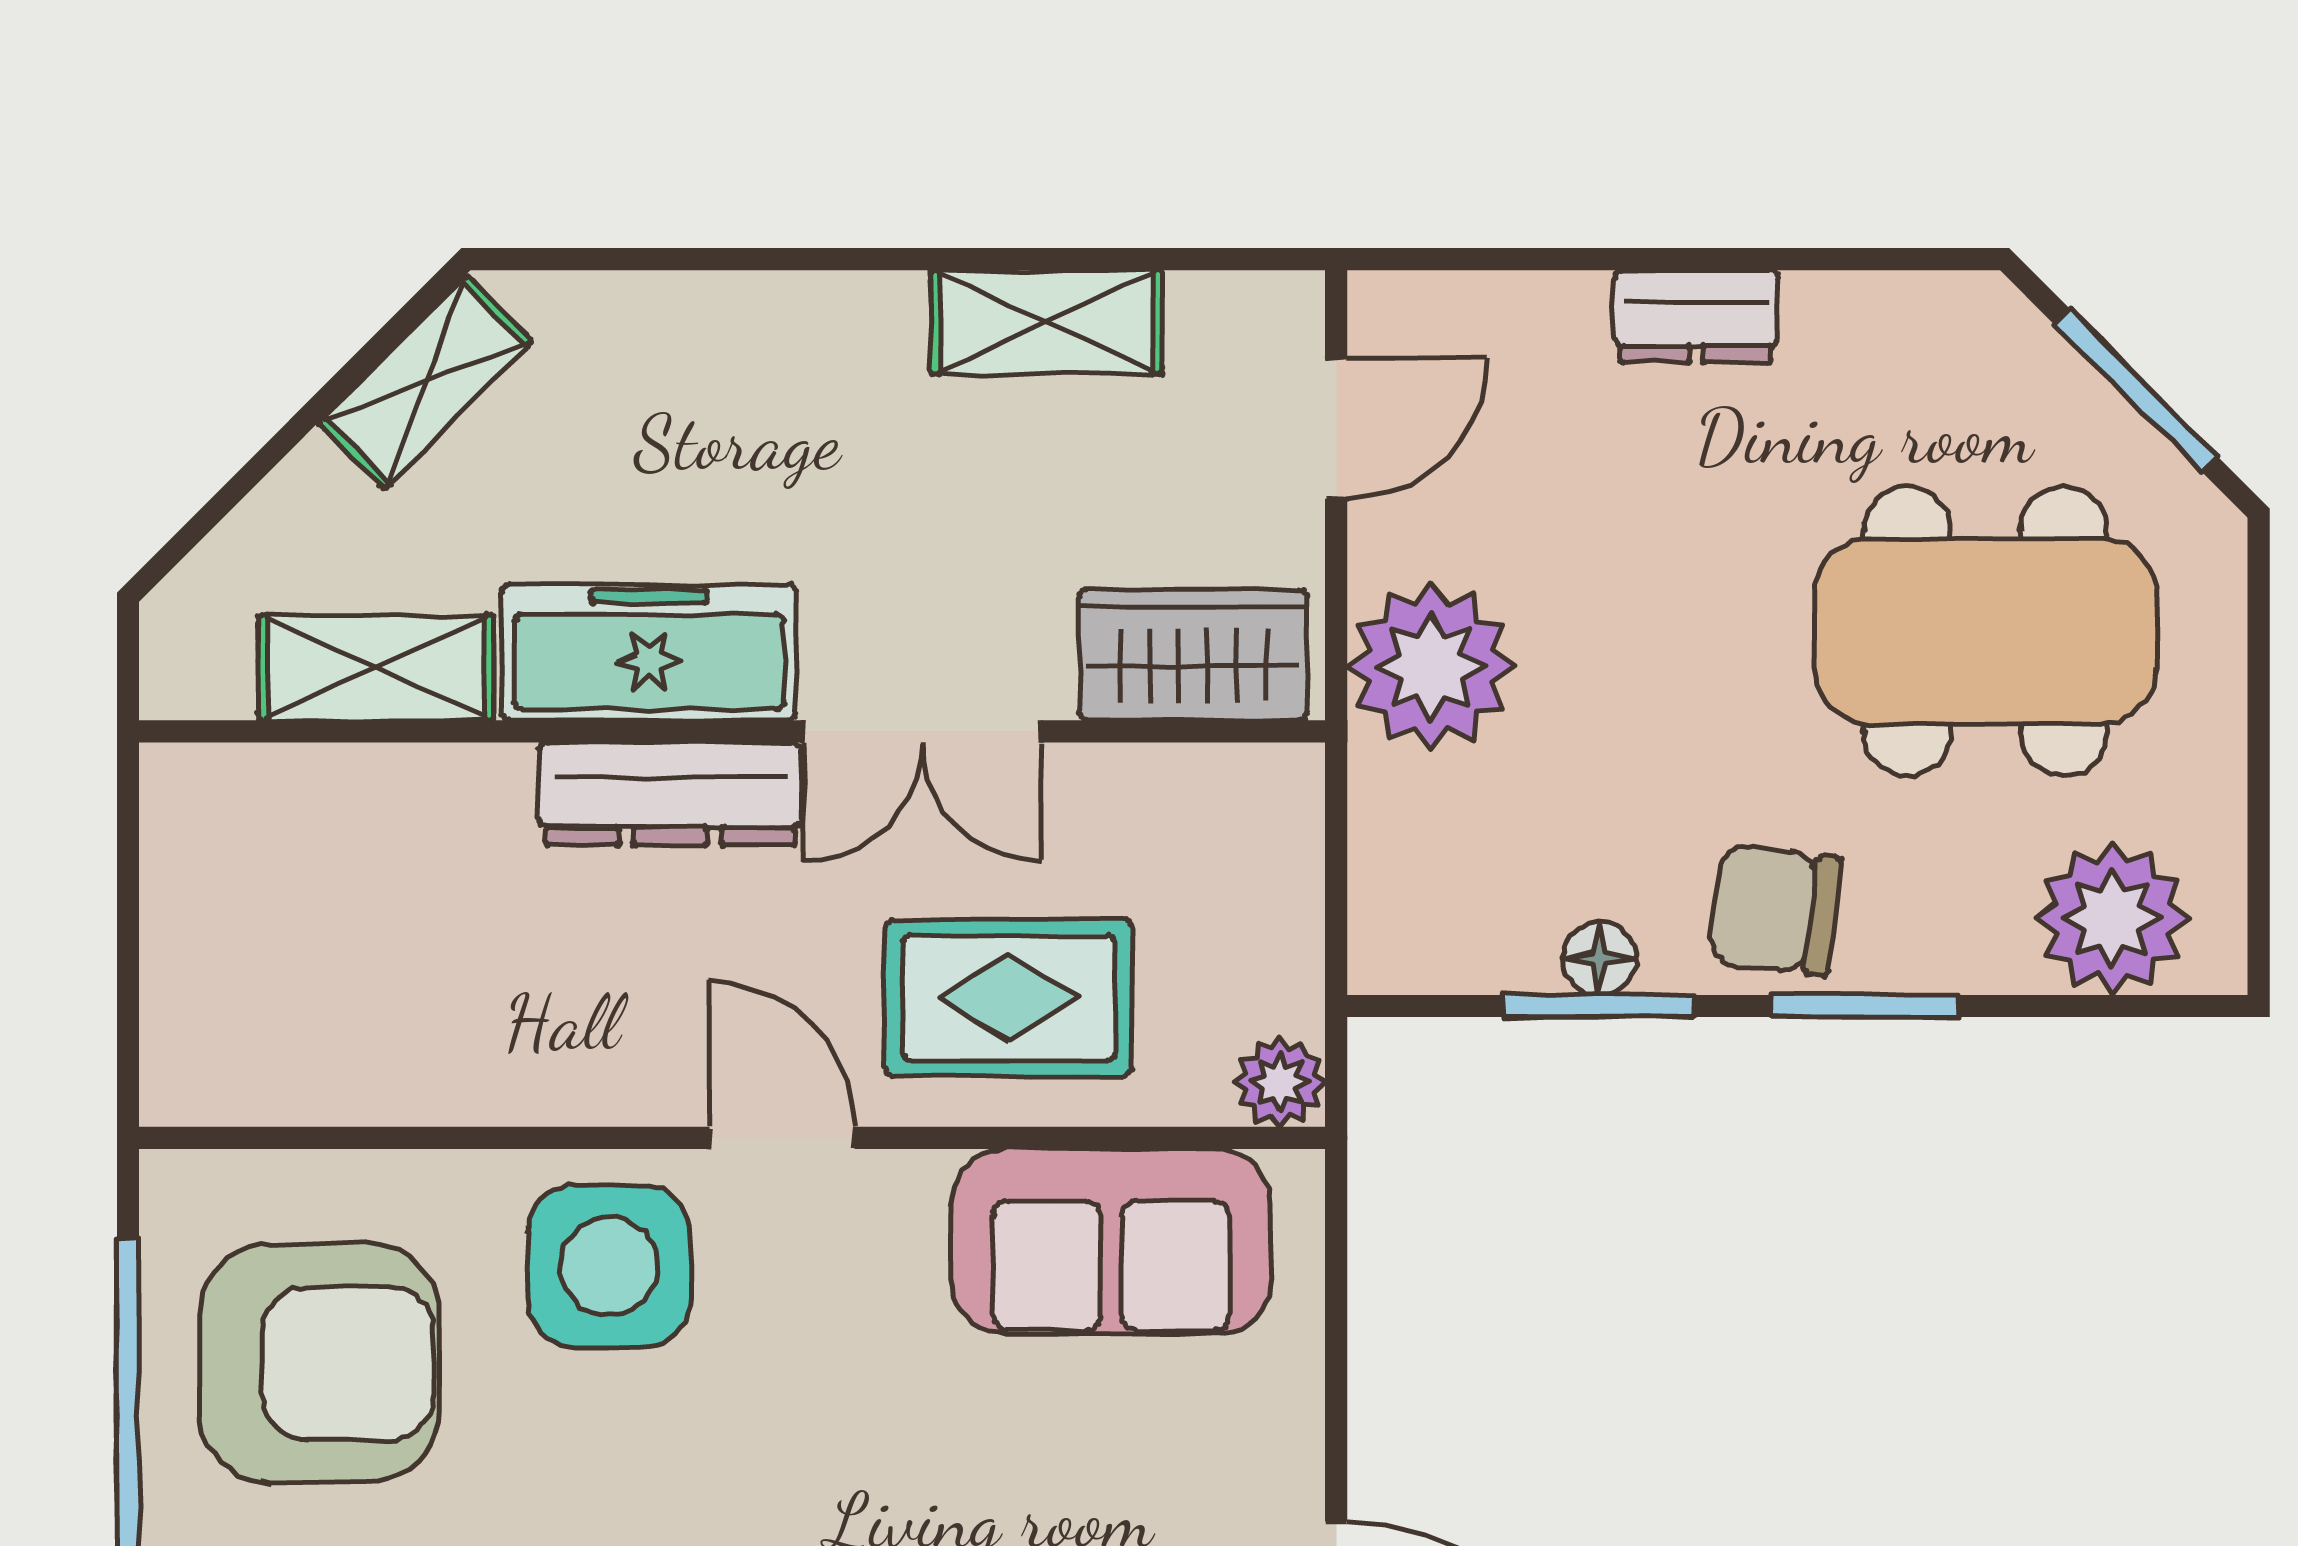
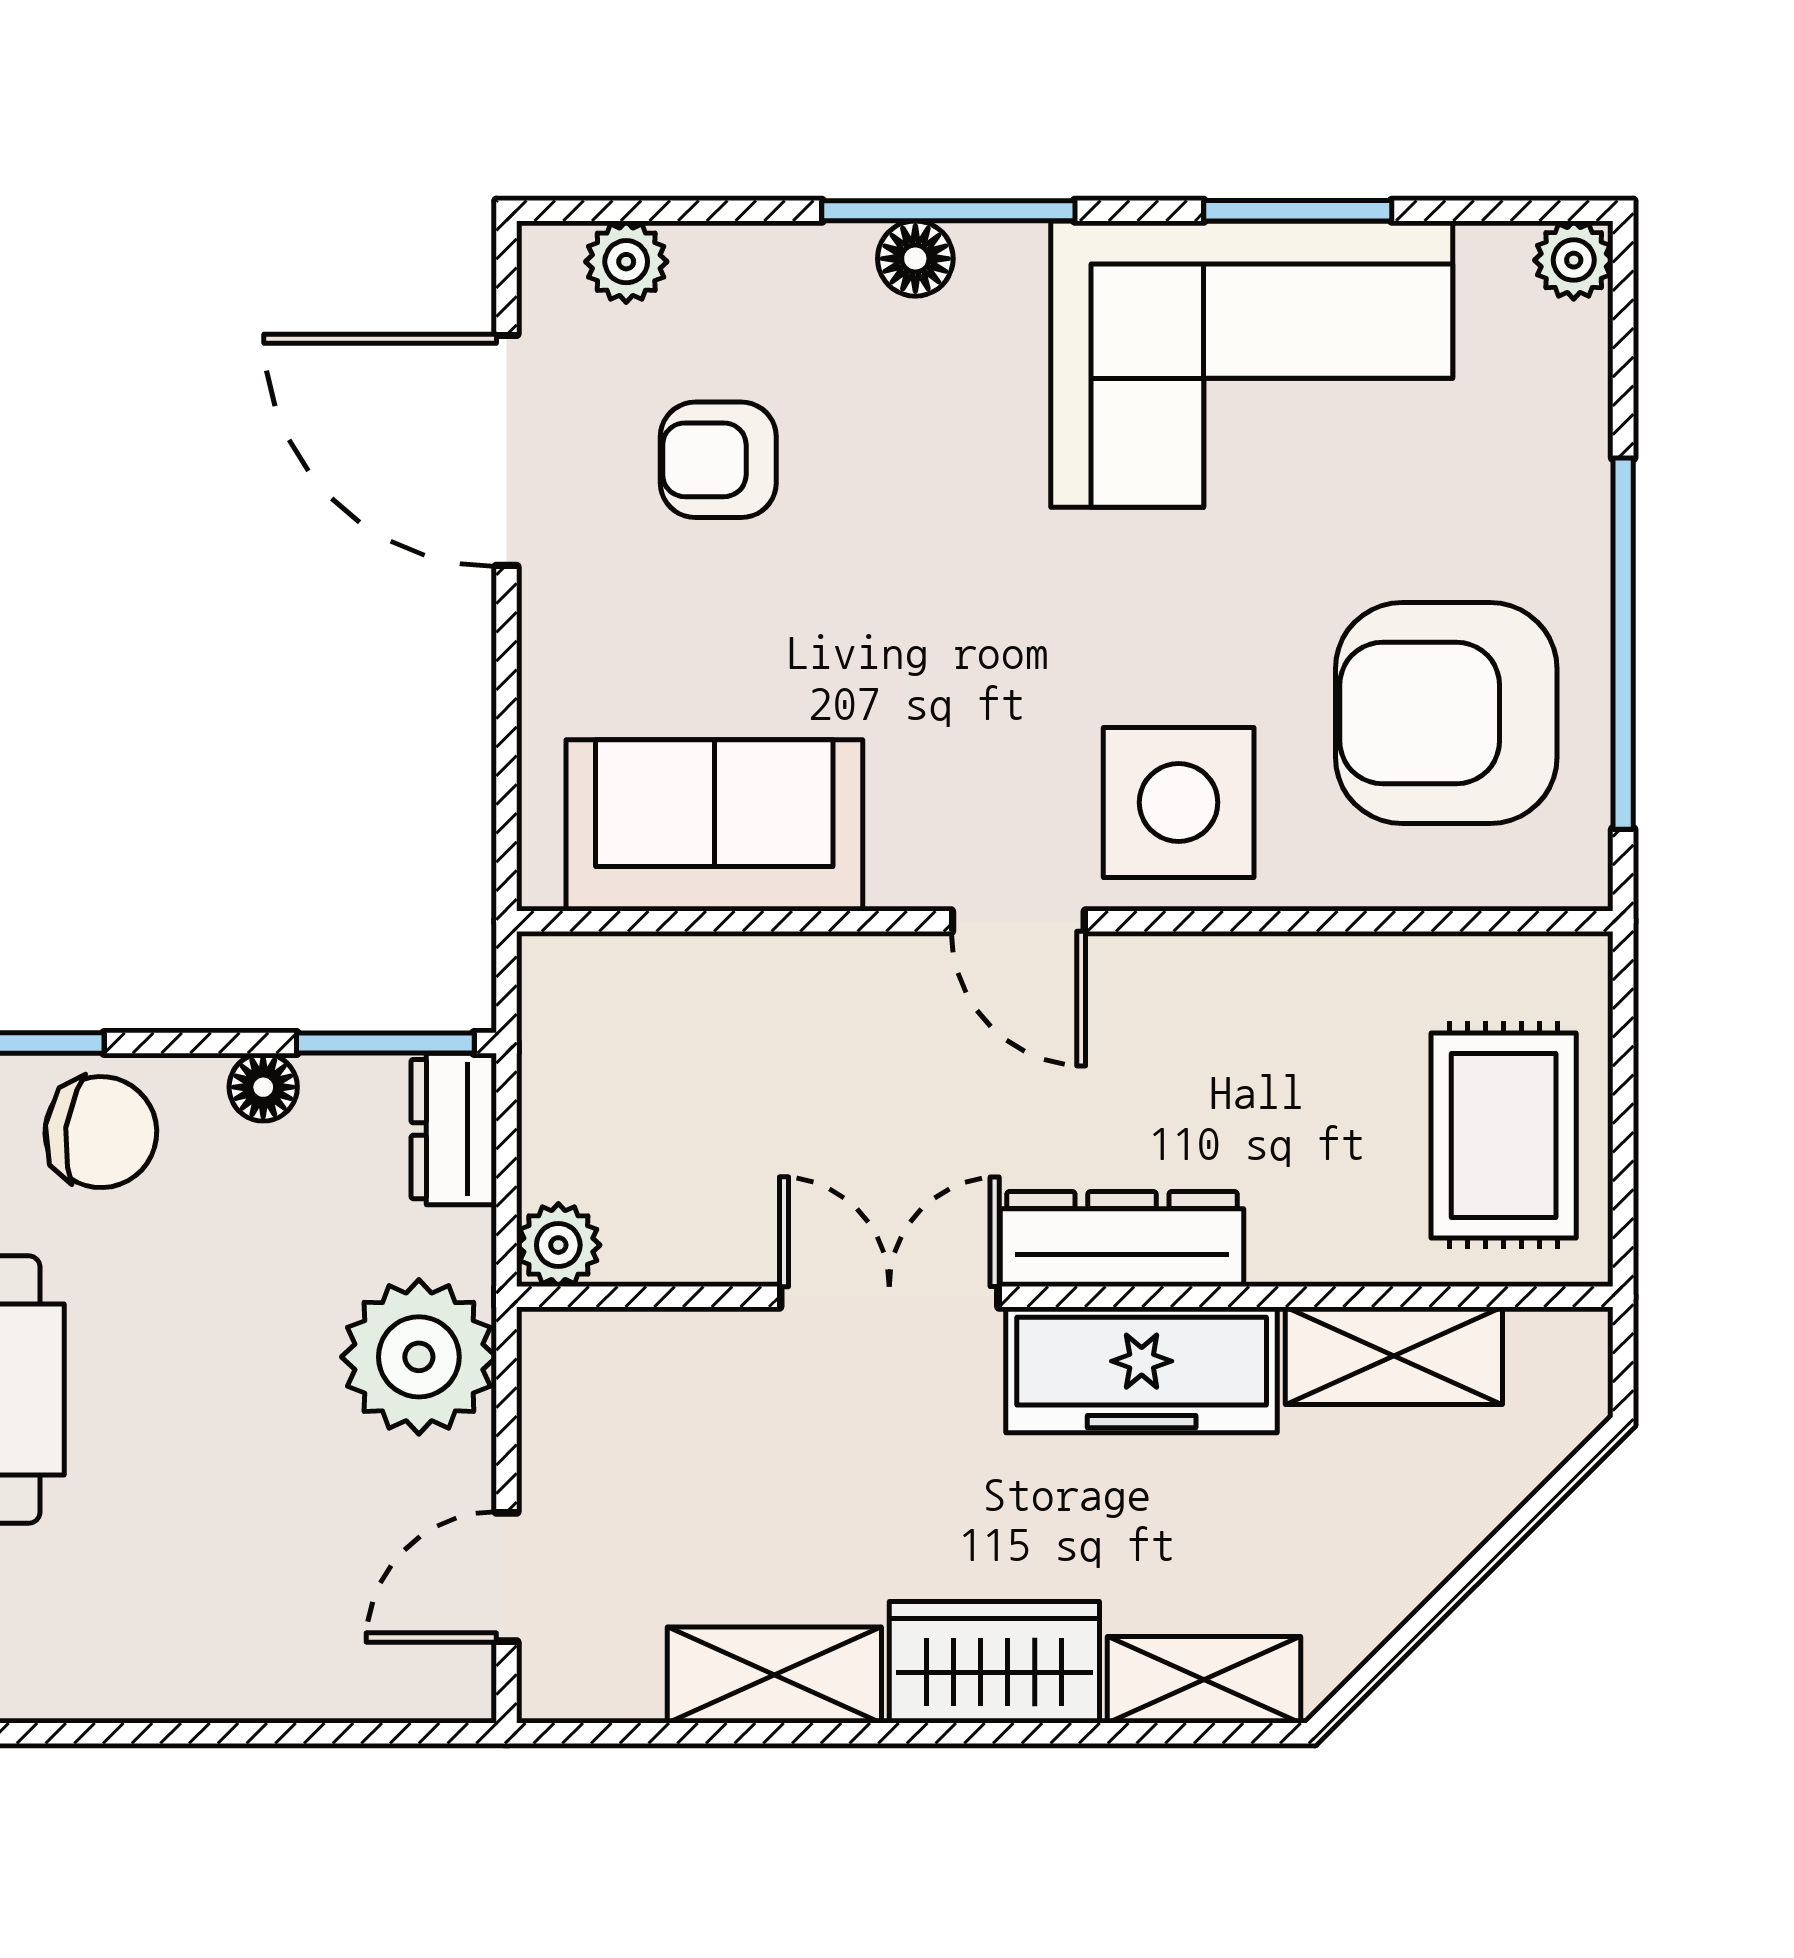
dresser: (1696, 316) -> (454, 1129), moved, turned -90
shelving: (425, 382) -> (1204, 1680), moved, turned 45
wardrobe: (1193, 655) -> (994, 1662), moved, turned 180
rug: (1009, 998) -> (1504, 1135), moved, turned 90
window: (1599, 1006) -> (385, 1043), moved
plant: (1280, 1082) -> (558, 1245), moved

